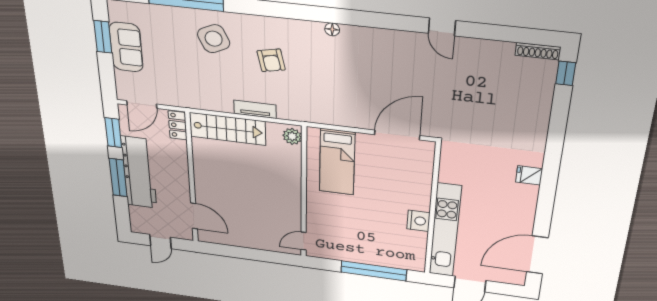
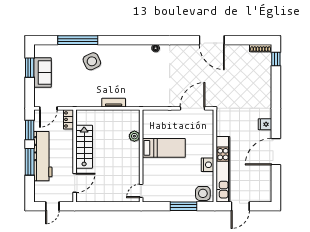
door: (442, 27) -> (212, 40), width x1.88
armchair: (271, 60) -> (123, 71), removed
stairs: (228, 129) -> (84, 147), moved, turned -90
plant: (292, 136) -> (134, 136), moved
bed: (337, 162) -> (164, 148), moved, turned -90
door: (194, 216) -> (75, 183), hinge flipped
door: (537, 255) -> (276, 152), moved
side table: (408, 259) -> (203, 193), added
window: (374, 271) -> (183, 206), width x0.68

